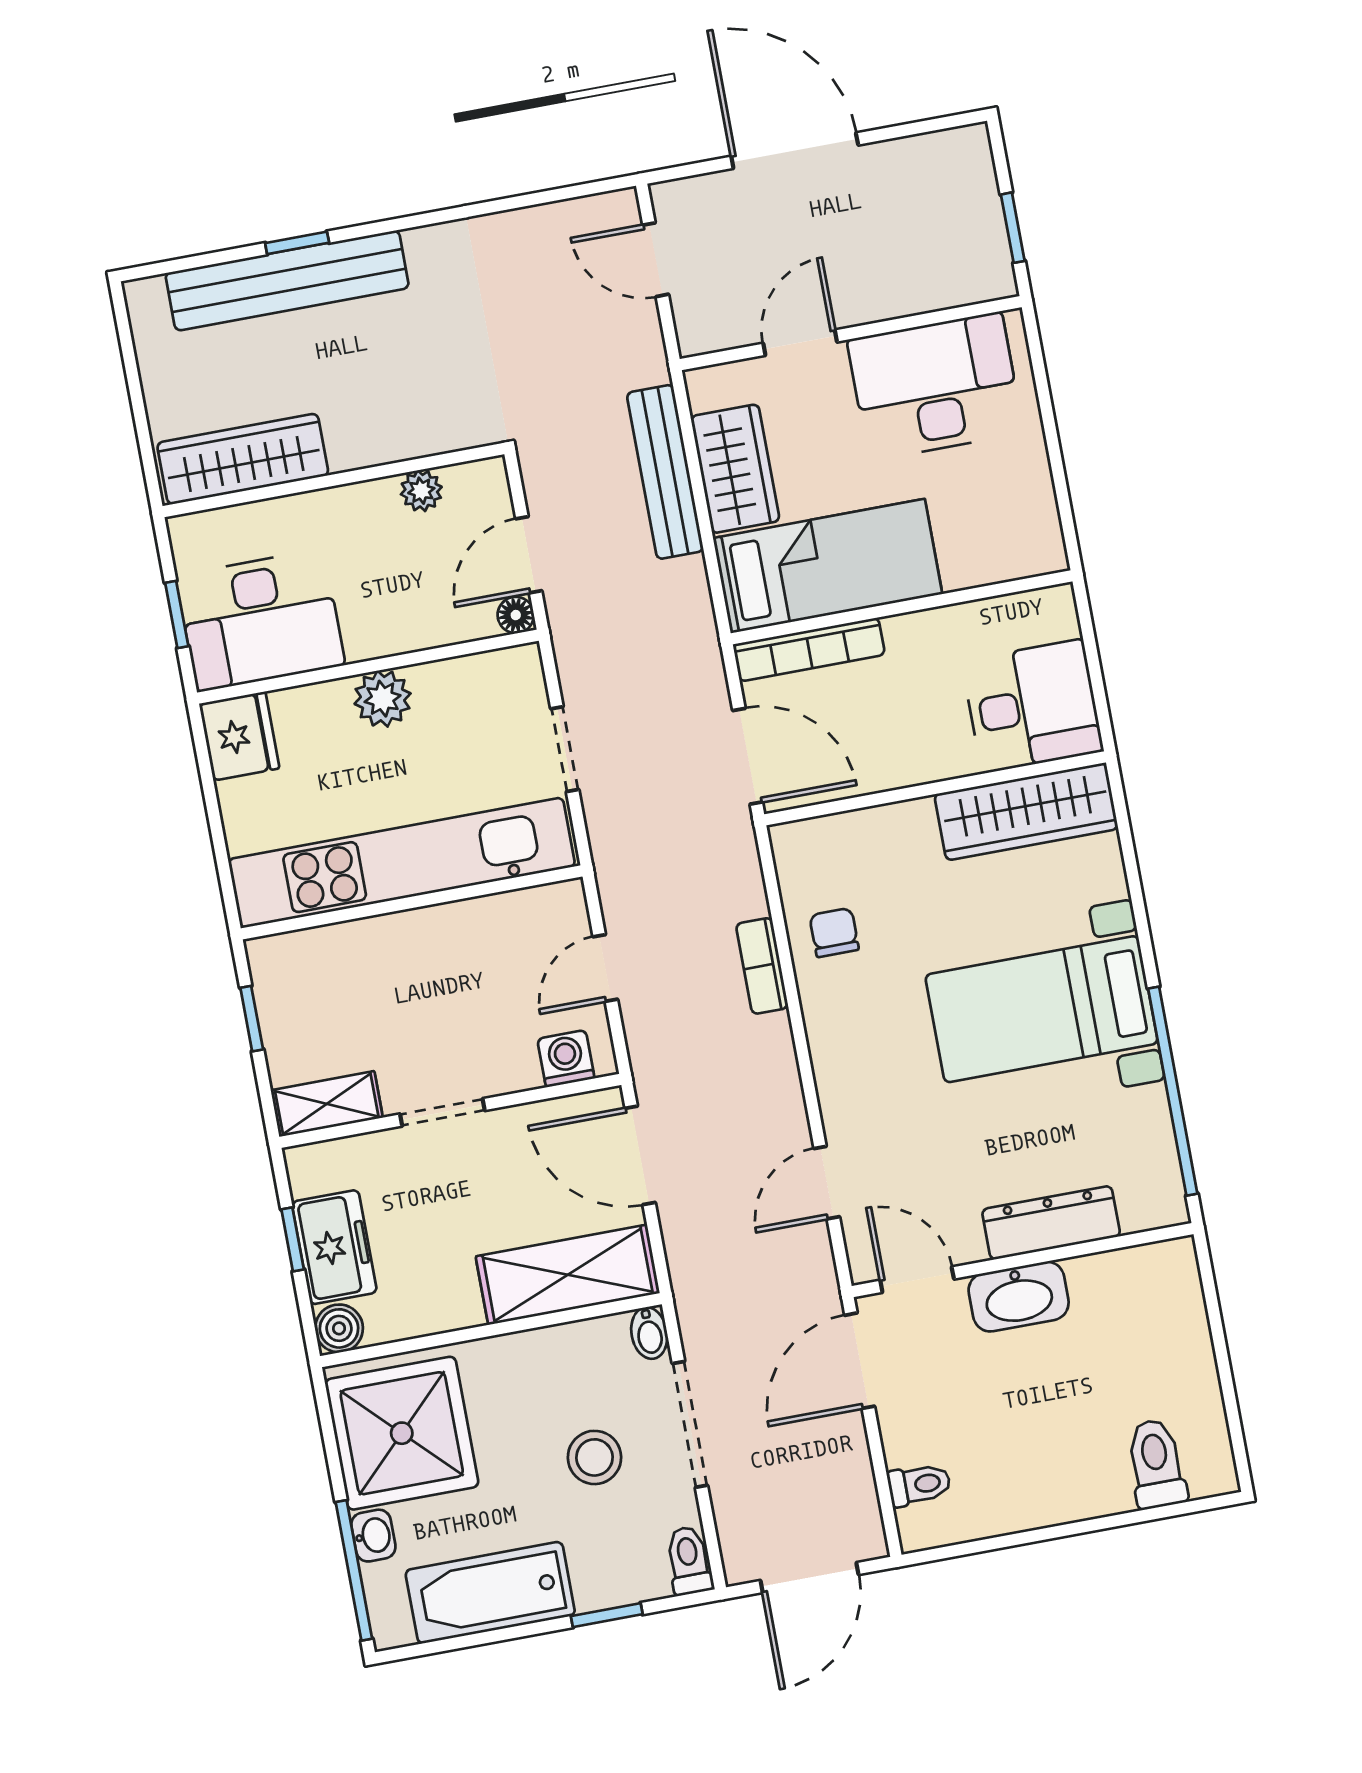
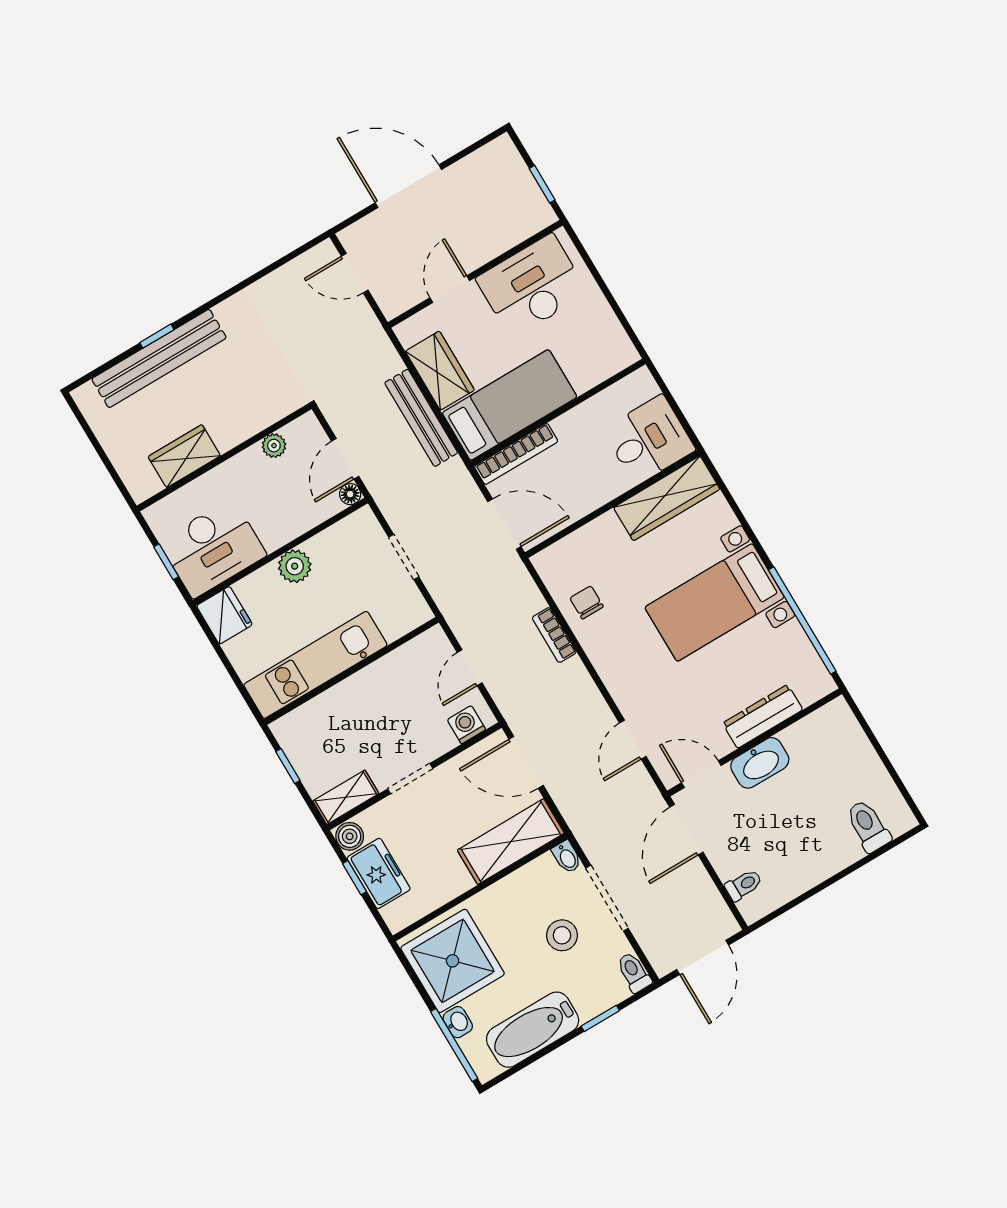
wardrobe: (243, 459) -> (184, 456), width x0.67
bench: (665, 472) -> (421, 418), moved
kitchen unit: (402, 863) -> (315, 665), width x0.73
boiler: (339, 1328) -> (350, 836), moved

